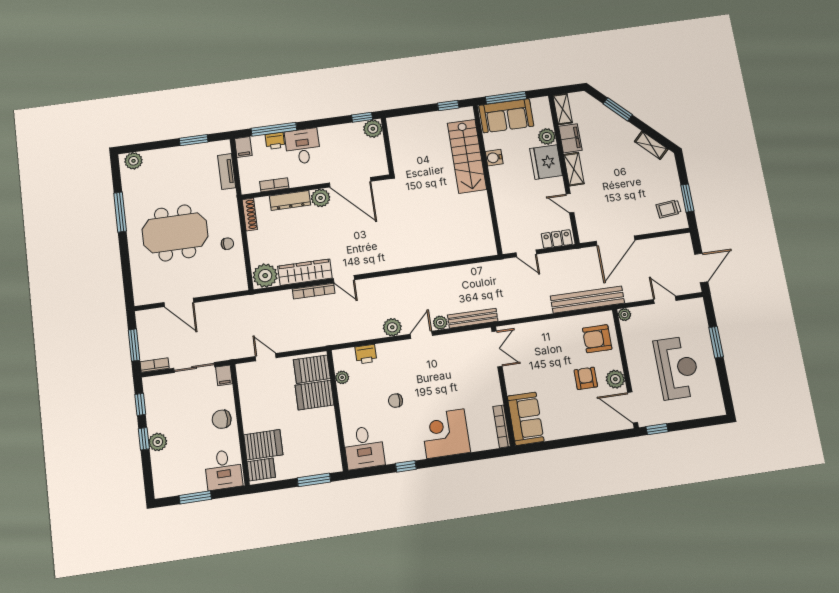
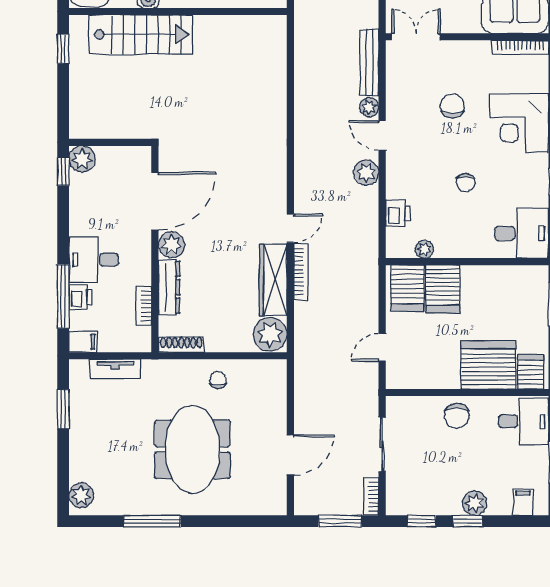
filing cabinet: (224, 375) -> (523, 502), moved, turned -90
chair: (451, 383) -> (452, 106), added
server rack: (263, 445) -> (488, 365), width x1.60

